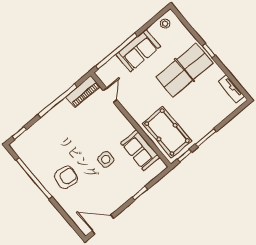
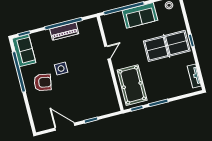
piano: (83, 92) -> (64, 31), moved
door: (110, 95) -> (107, 52), moved
sofa: (140, 150) -> (24, 51), moved, turned 180
side table: (106, 159) -> (61, 68), moved
door: (103, 225) -> (65, 127), moved

